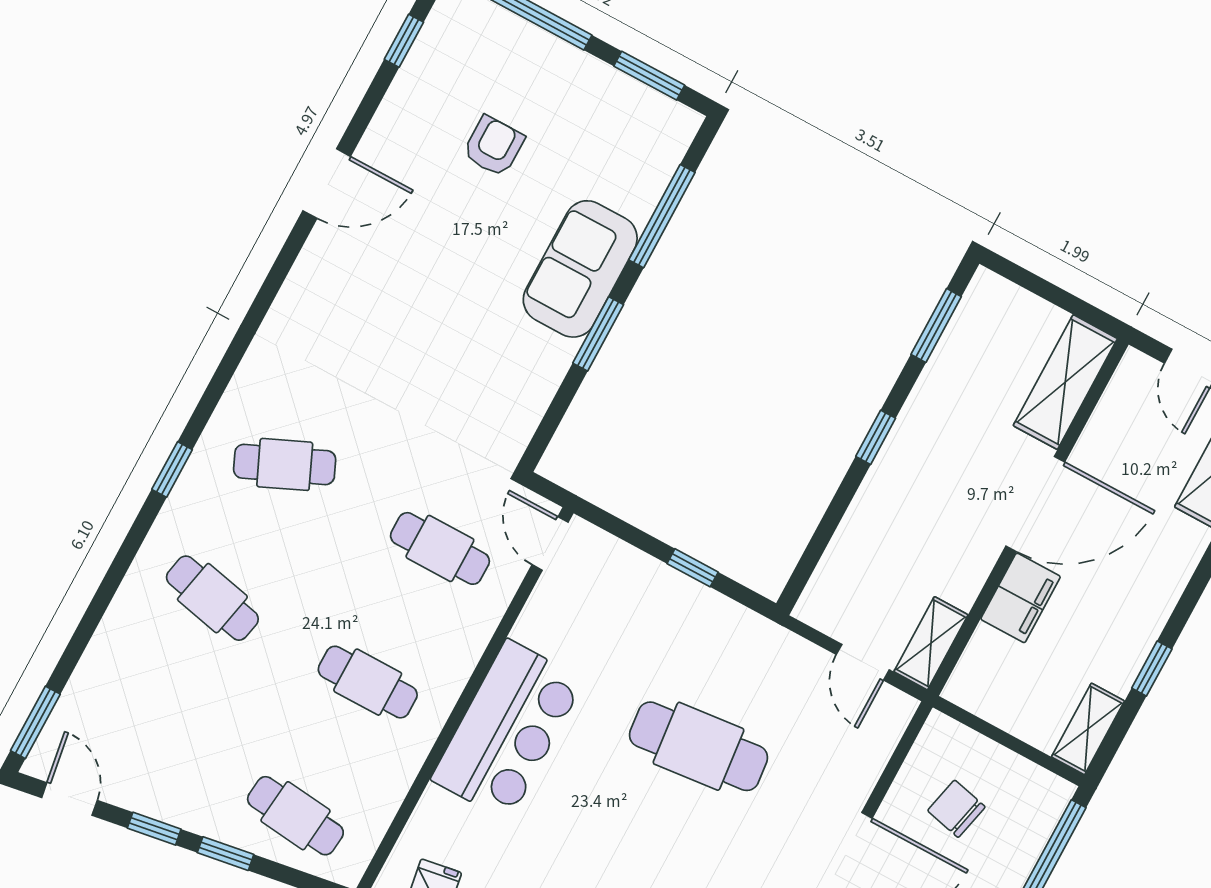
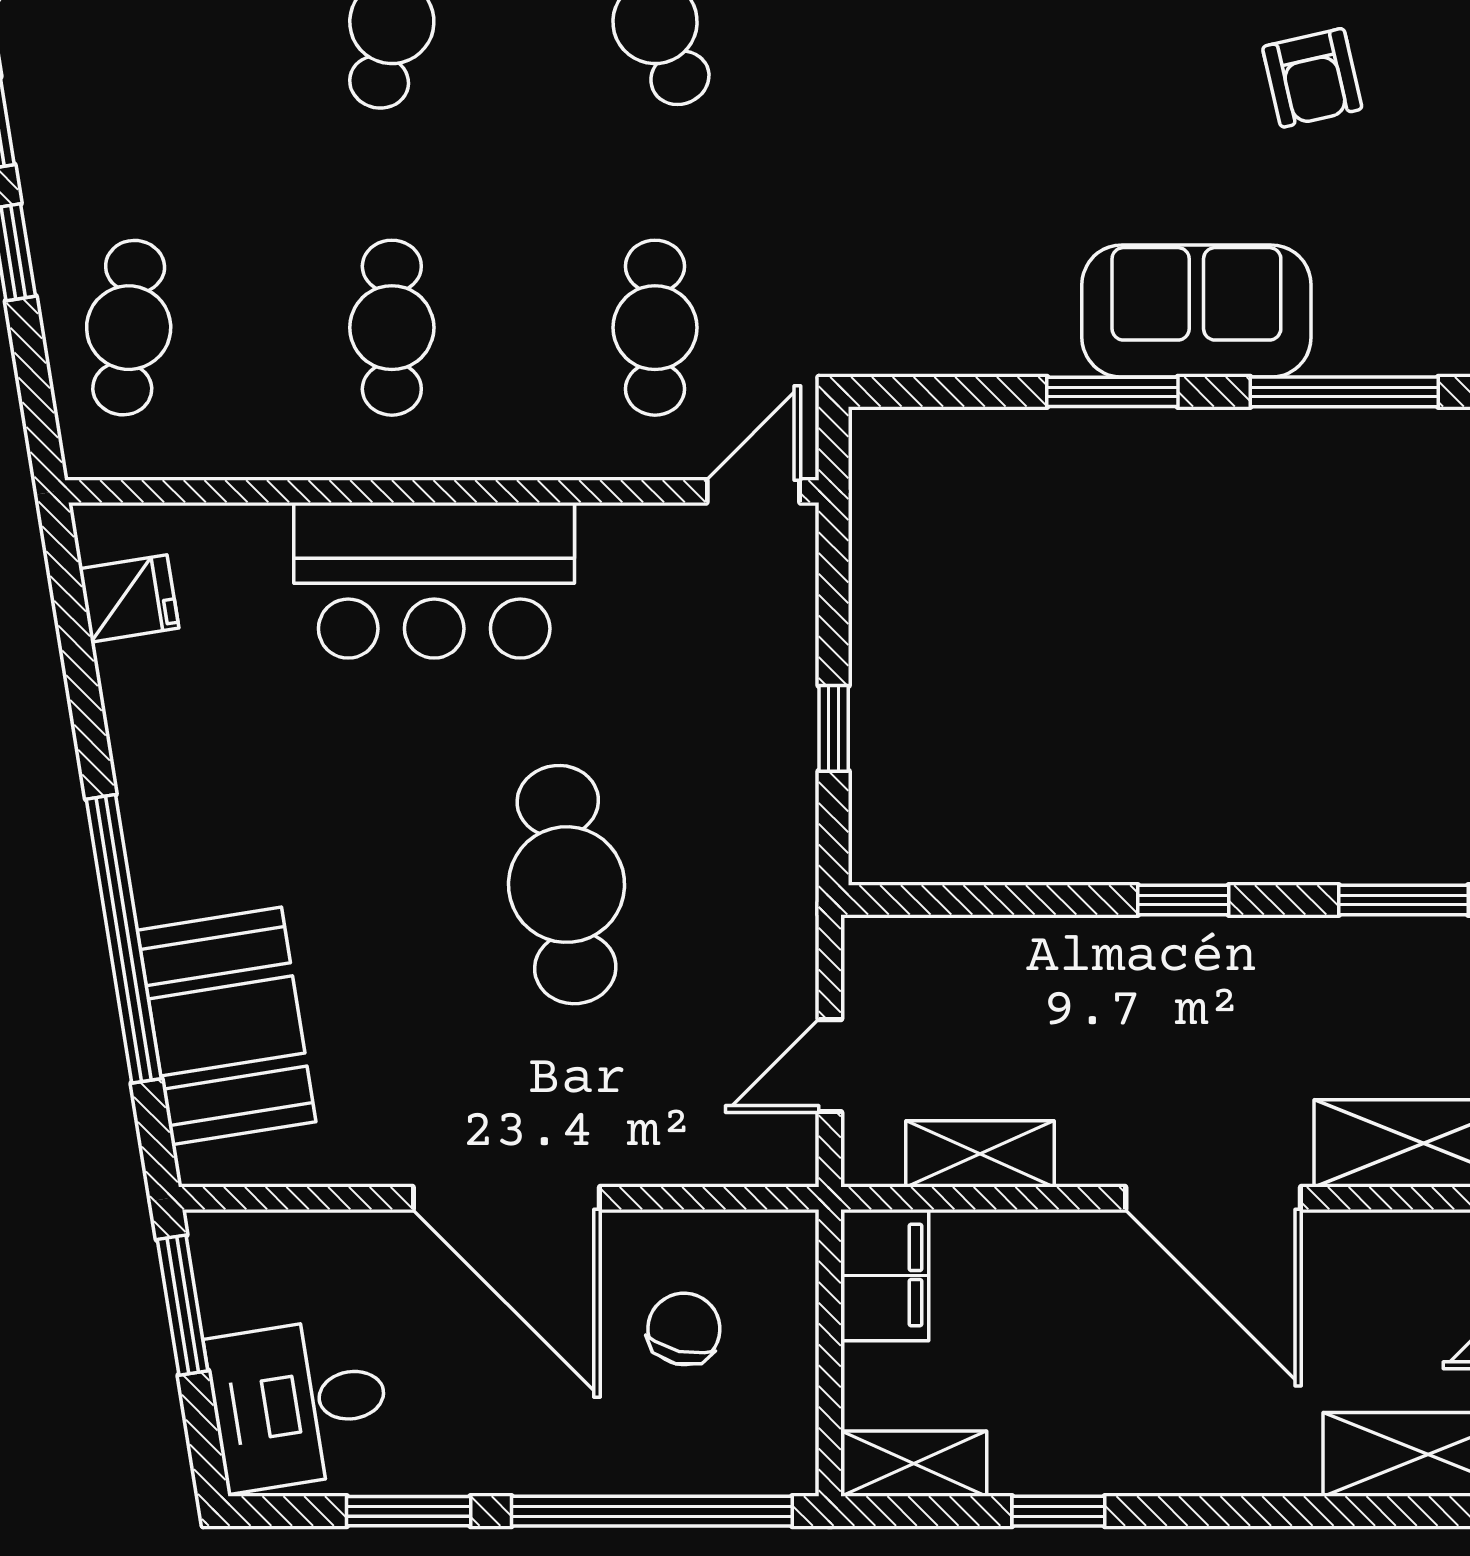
armchair: (494, 146) -> (1312, 78), turned 77
filing cabinet: (1021, 598) -> (885, 1275), moved, turned -90
shelving: (931, 643) -> (980, 1154), moved

